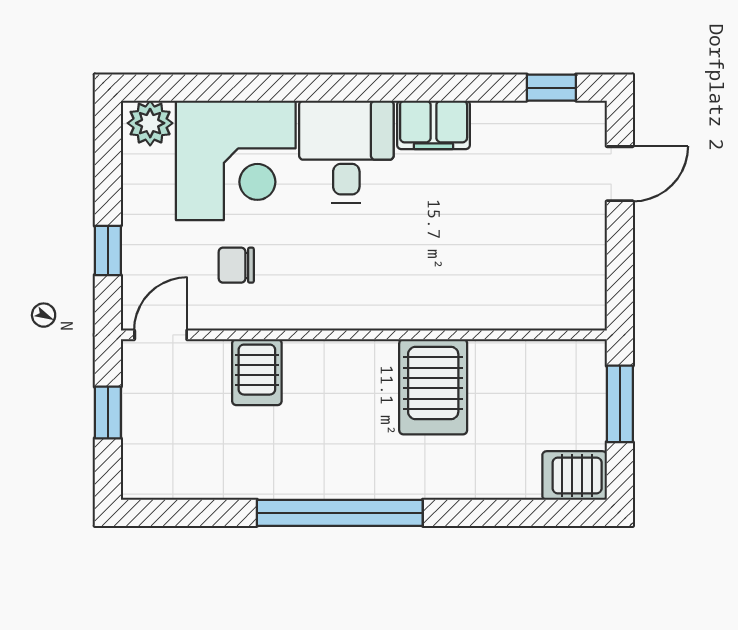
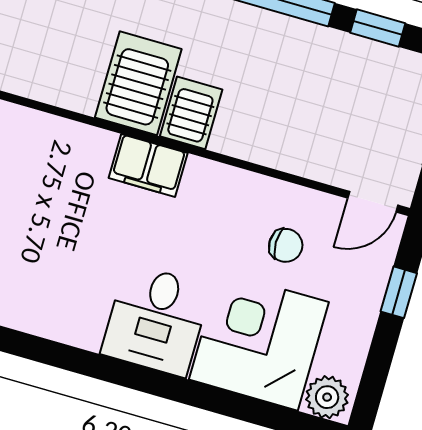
filing cabinet: (434, 125) -> (148, 165), moved, turned 180
server rack: (257, 372) -> (191, 113), moved
window: (206, 513) -> (378, 28), added

